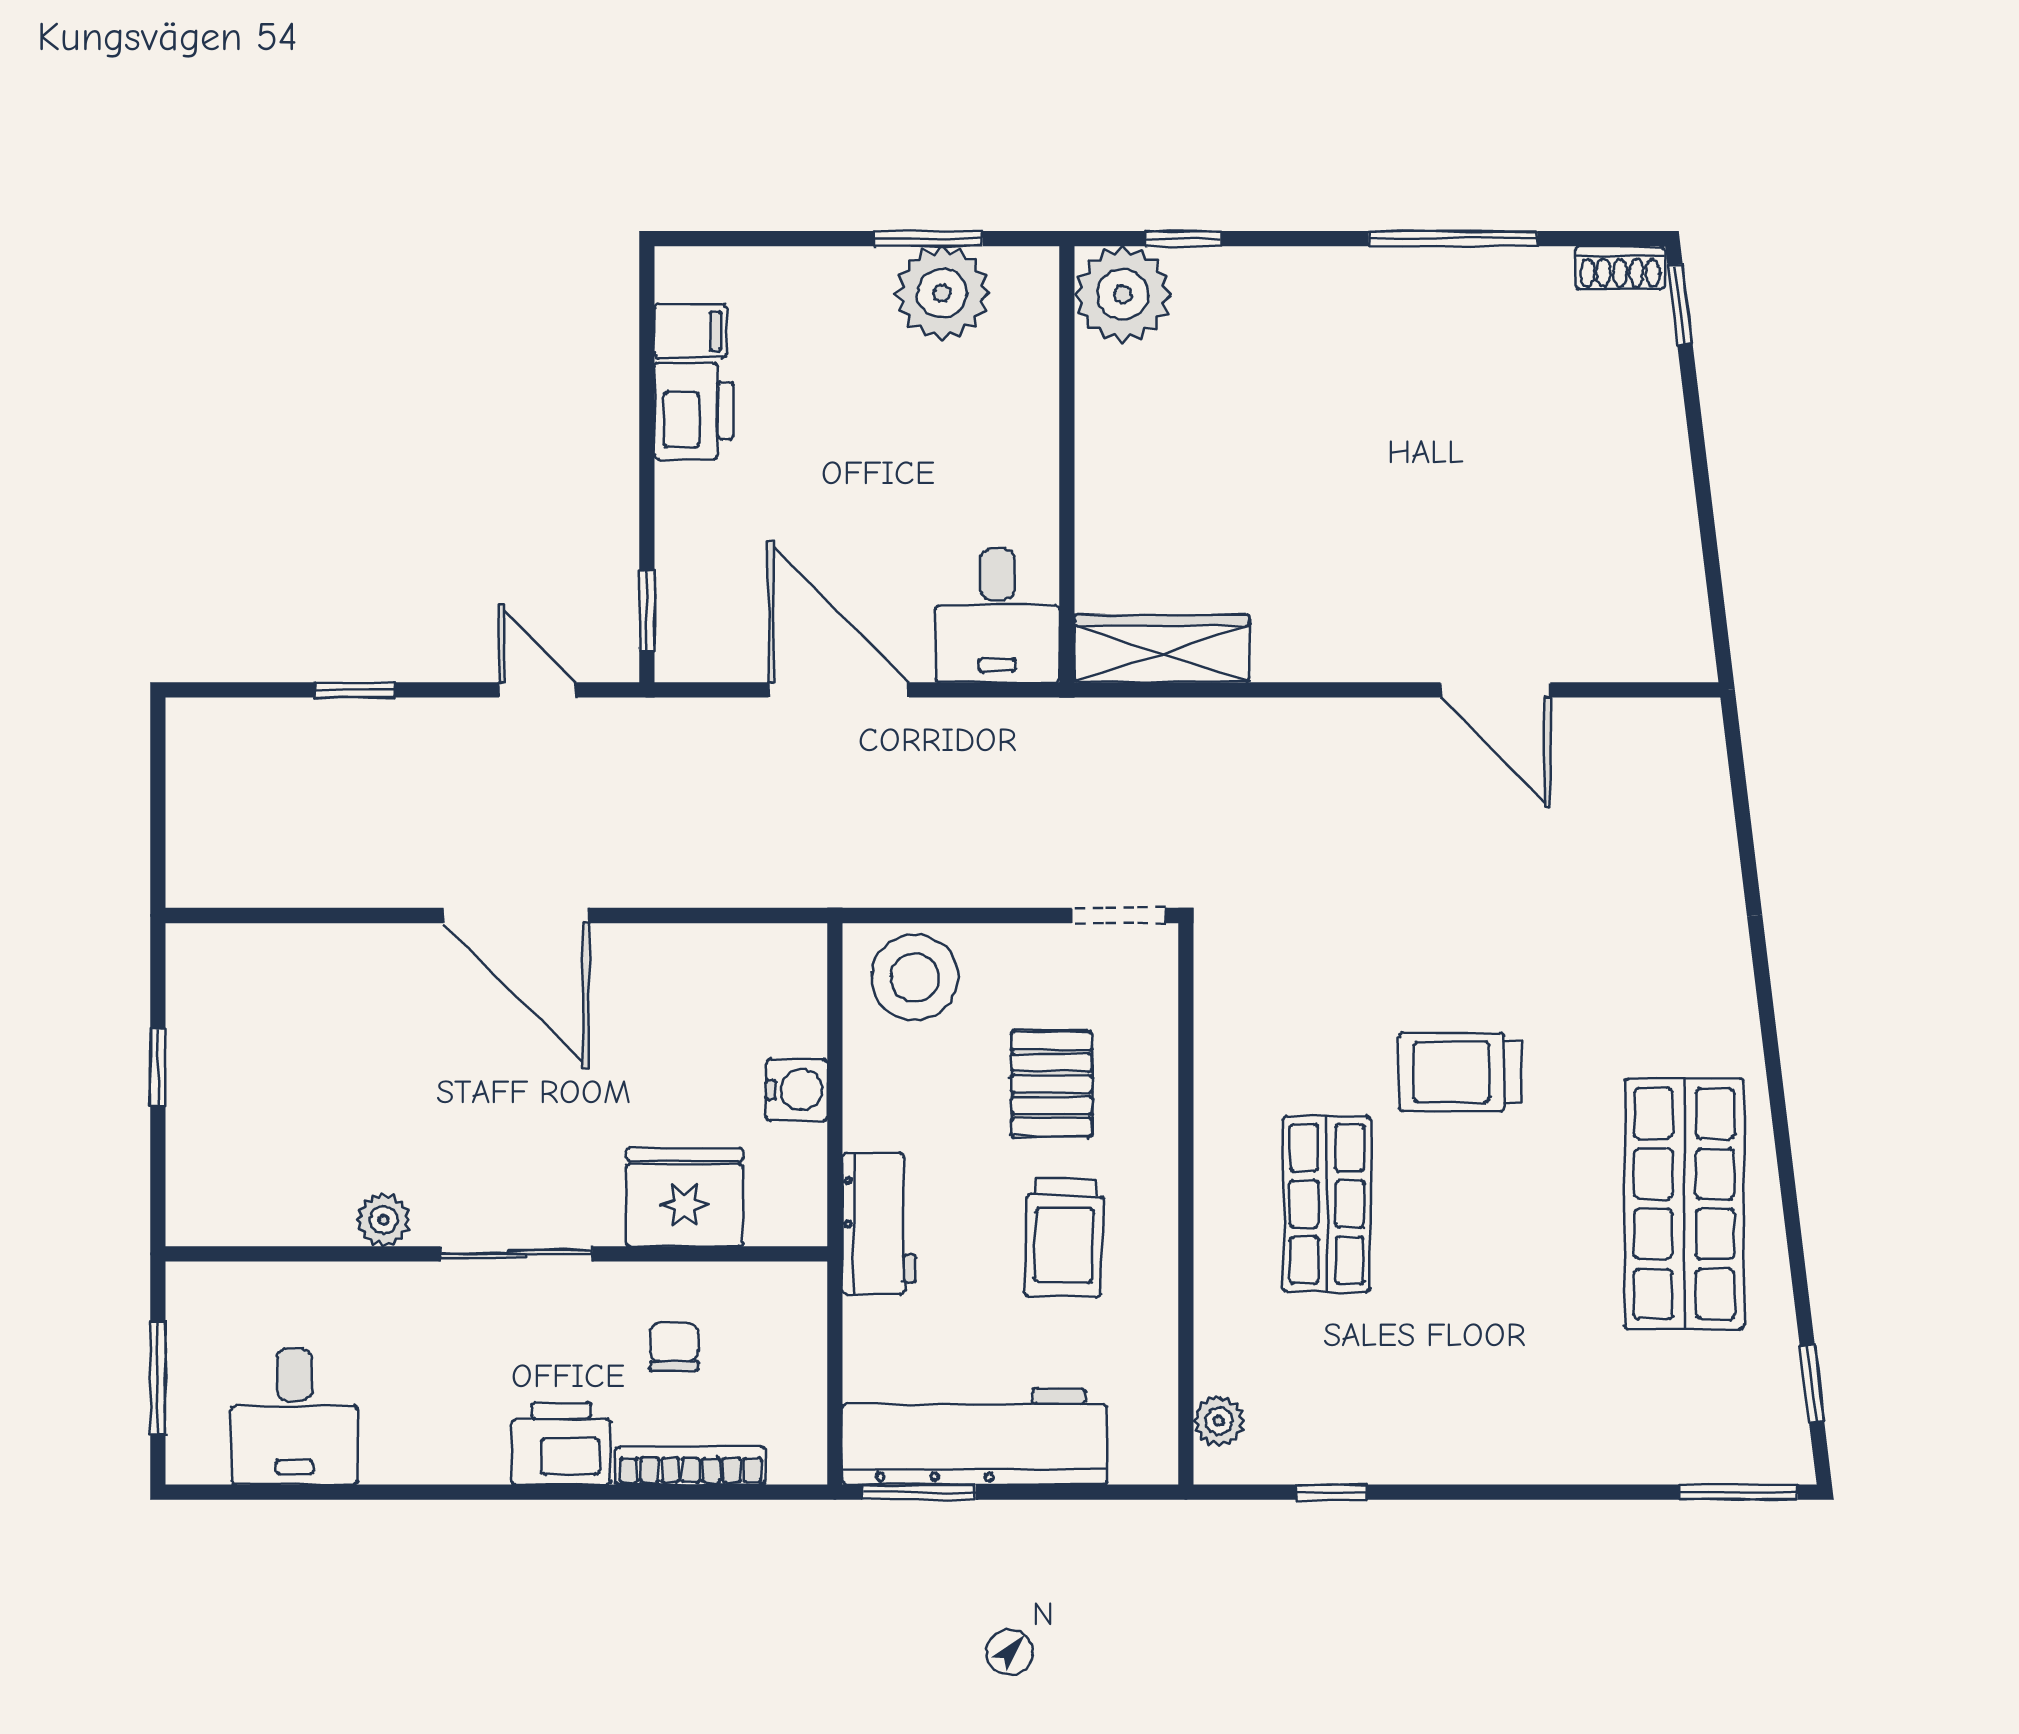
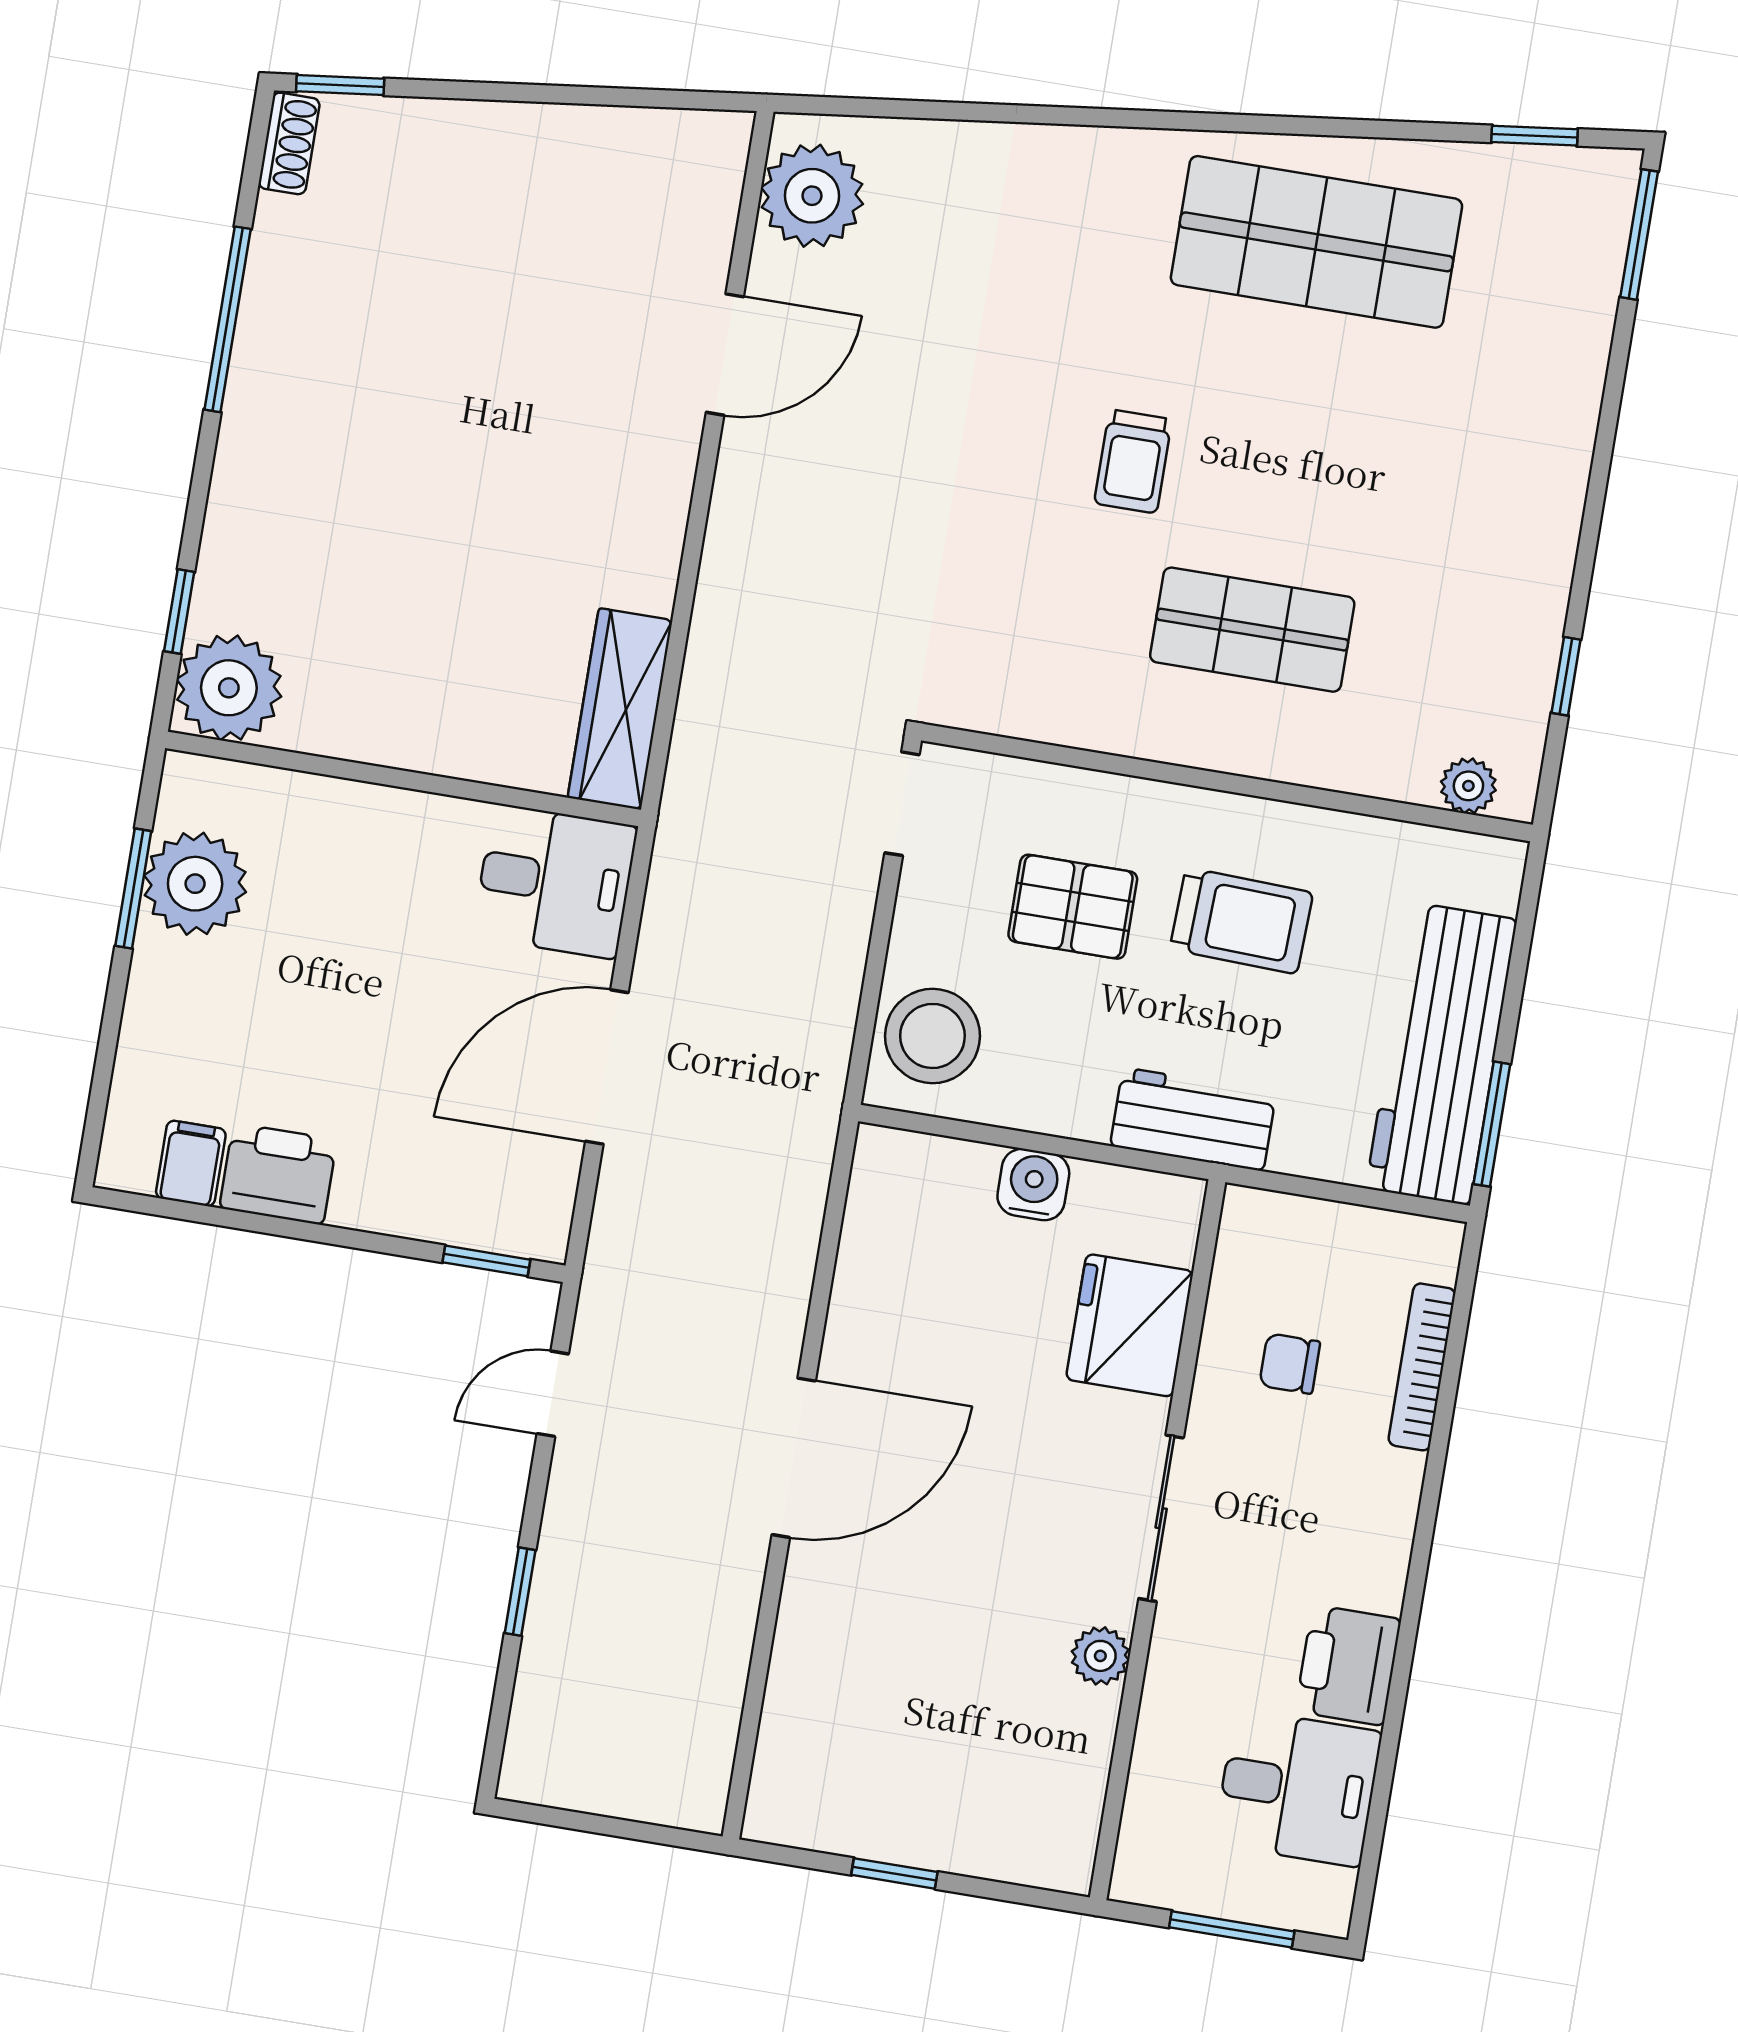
plant: (1651, 744) -> (812, 196), added
trolley: (1460, 1072) -> (1133, 461), width x0.73, depth x0.72
printer: (561, 1444) -> (1348, 1665), moved

